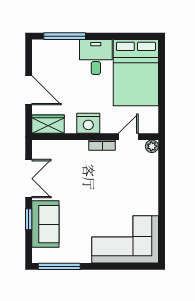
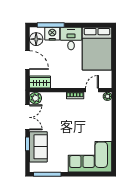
floor lamp: (42, 58) -> (36, 39), added
nightstand: (88, 123) -> (52, 34), moved, turned 180
plant: (41, 149) -> (35, 98), added

